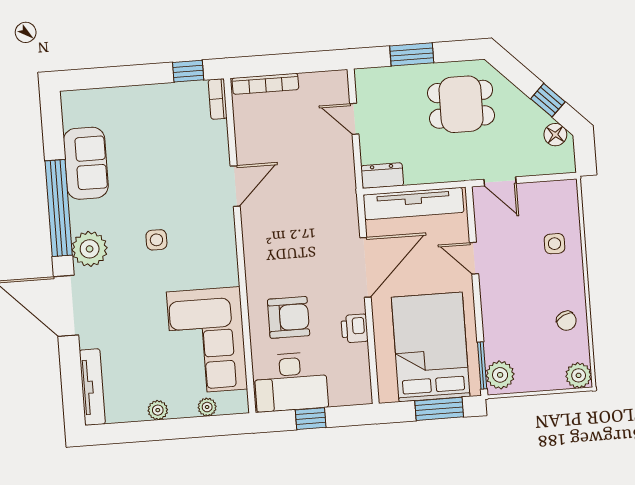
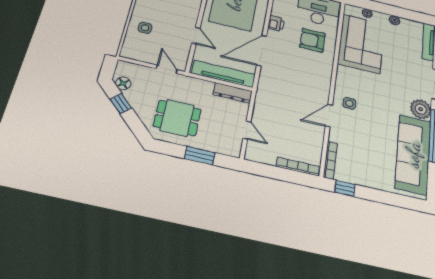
bookcase: (218, 99) -> (330, 160), width x1.56
sofa: (86, 163) -> (413, 154), width x1.85, depth x1.27
dresser: (382, 176) -> (233, 93), width x1.44
side table: (156, 240) -> (349, 103), moved

